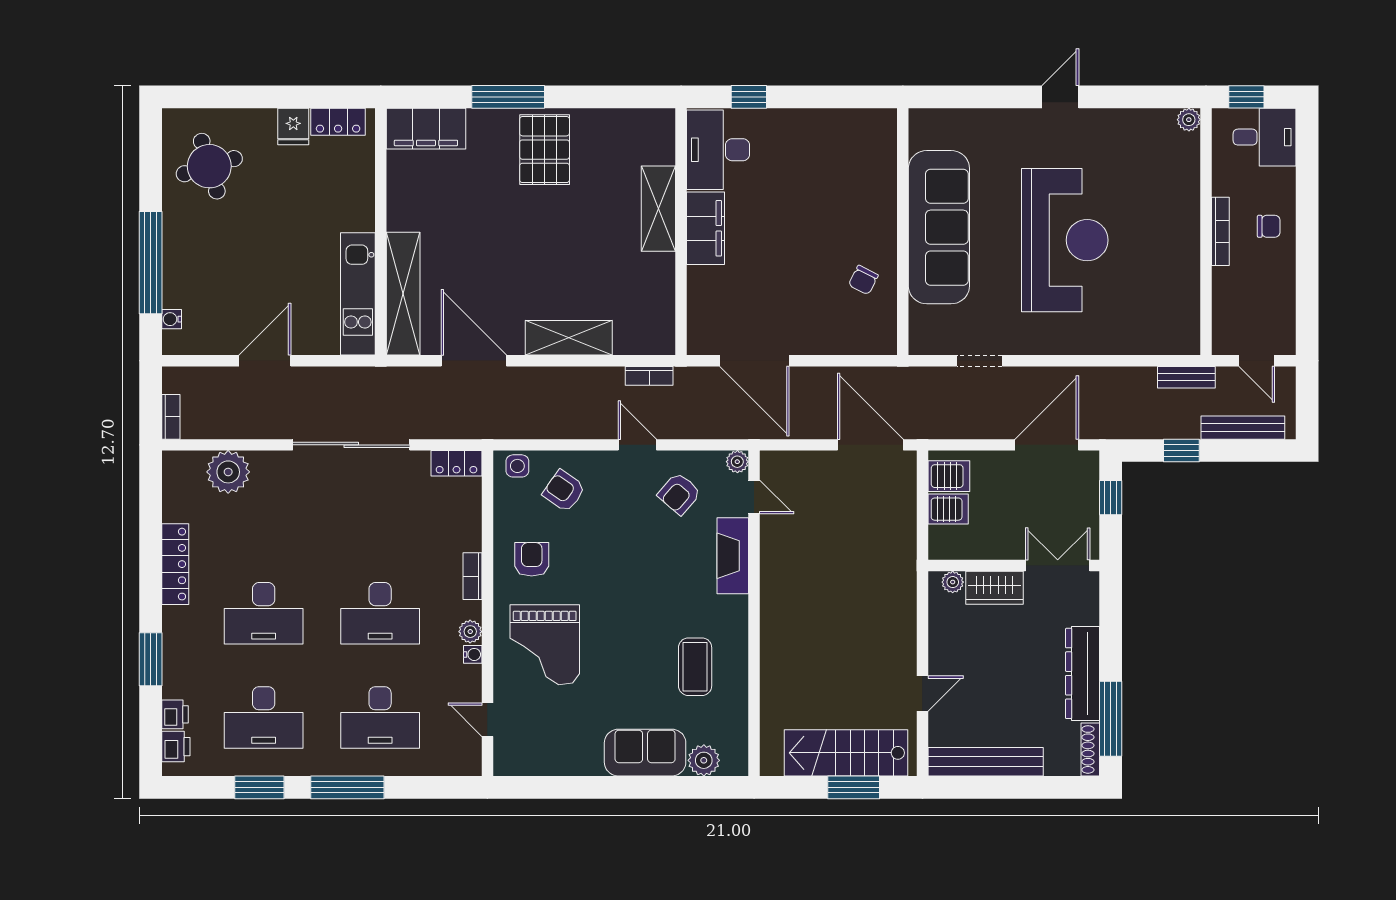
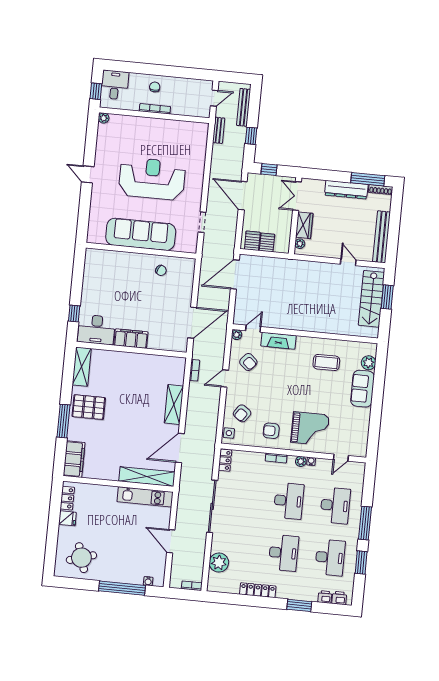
shelving: (658, 209) -> (82, 367), moved, turned 90

